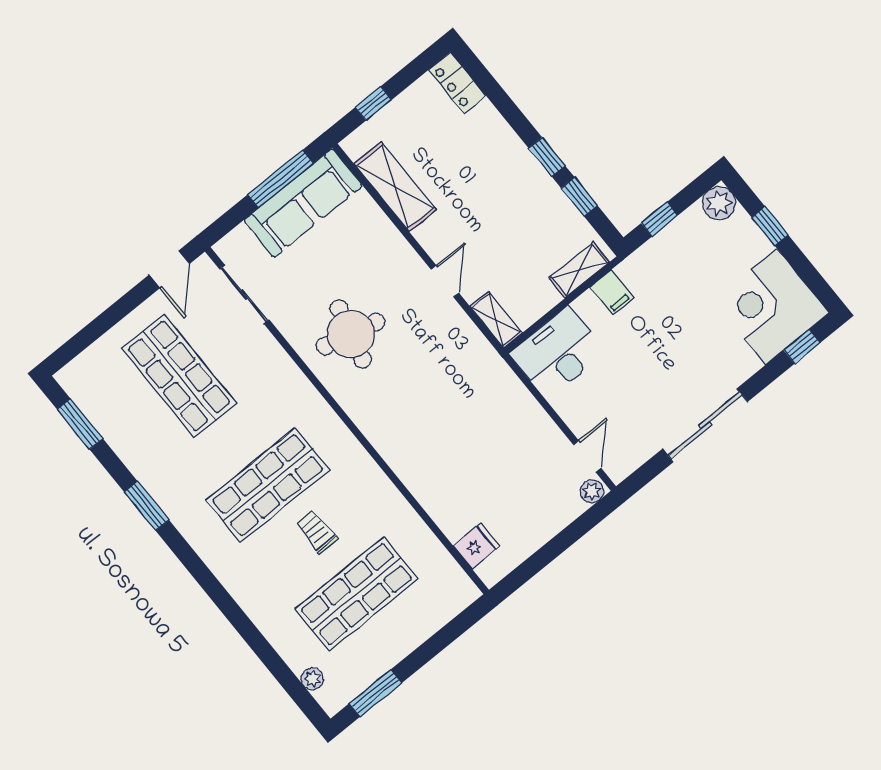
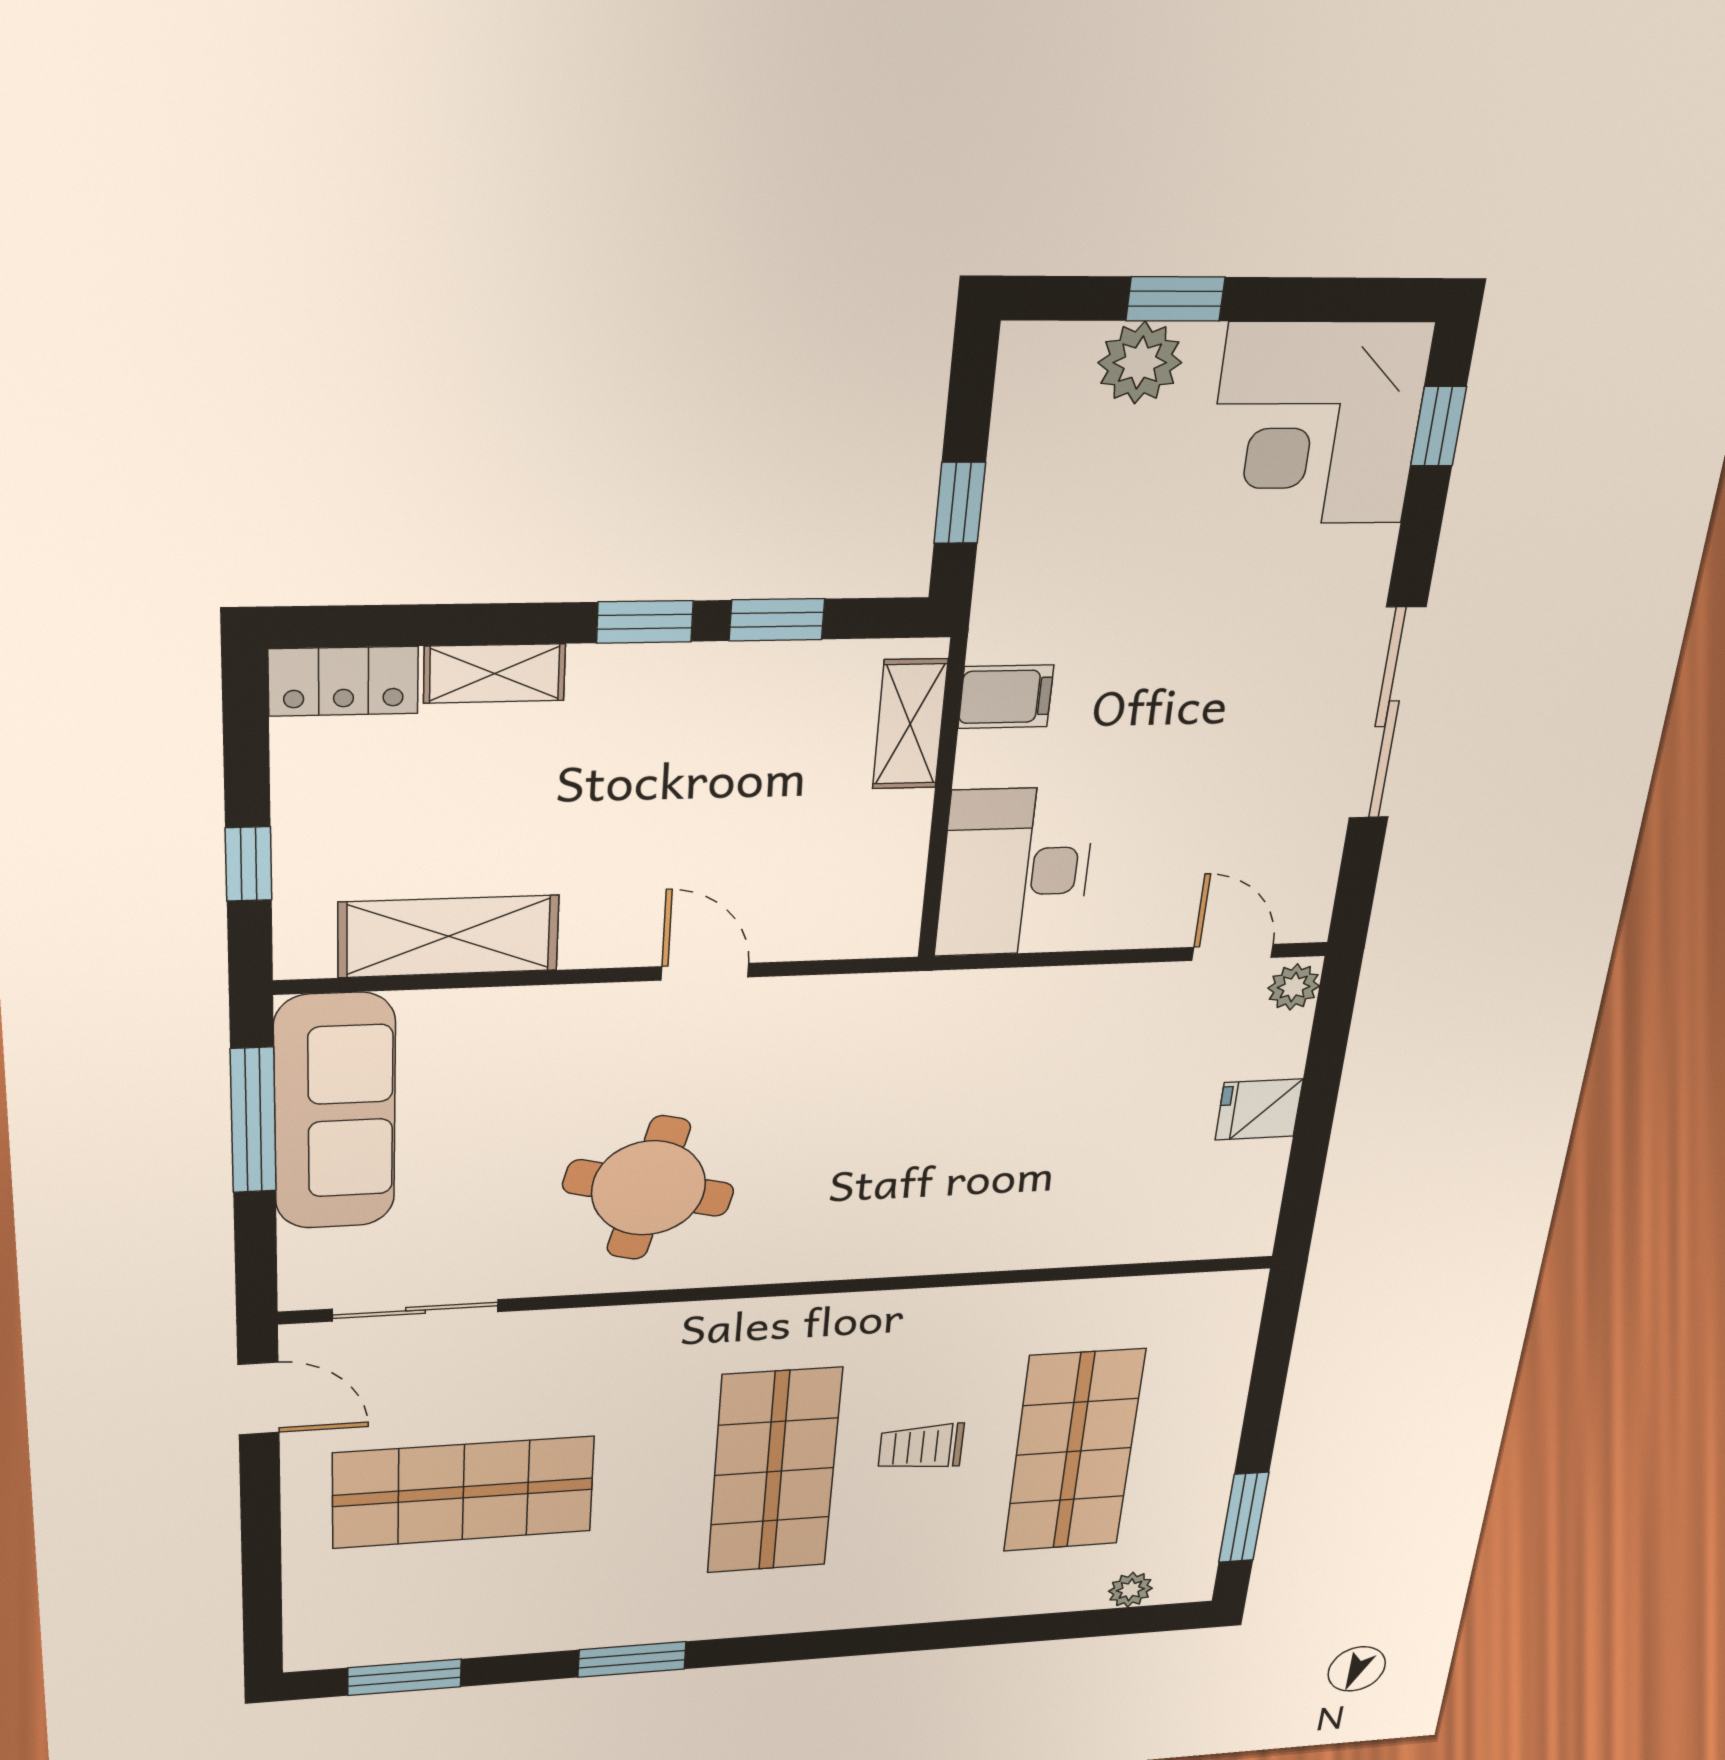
plant: (719, 203) -> (1140, 363), moved
shelving: (496, 320) -> (495, 673), moved
fridge: (476, 546) -> (1259, 1109), moved, turned -90

